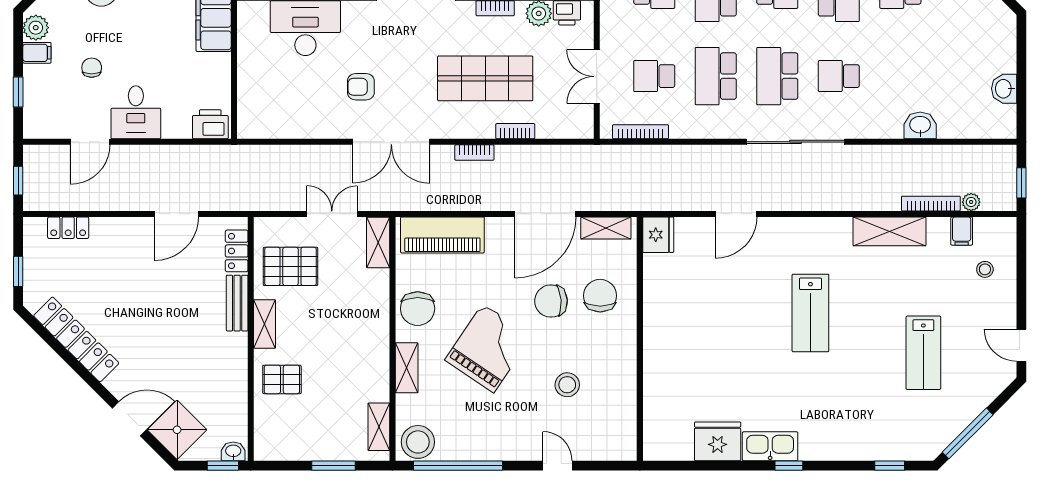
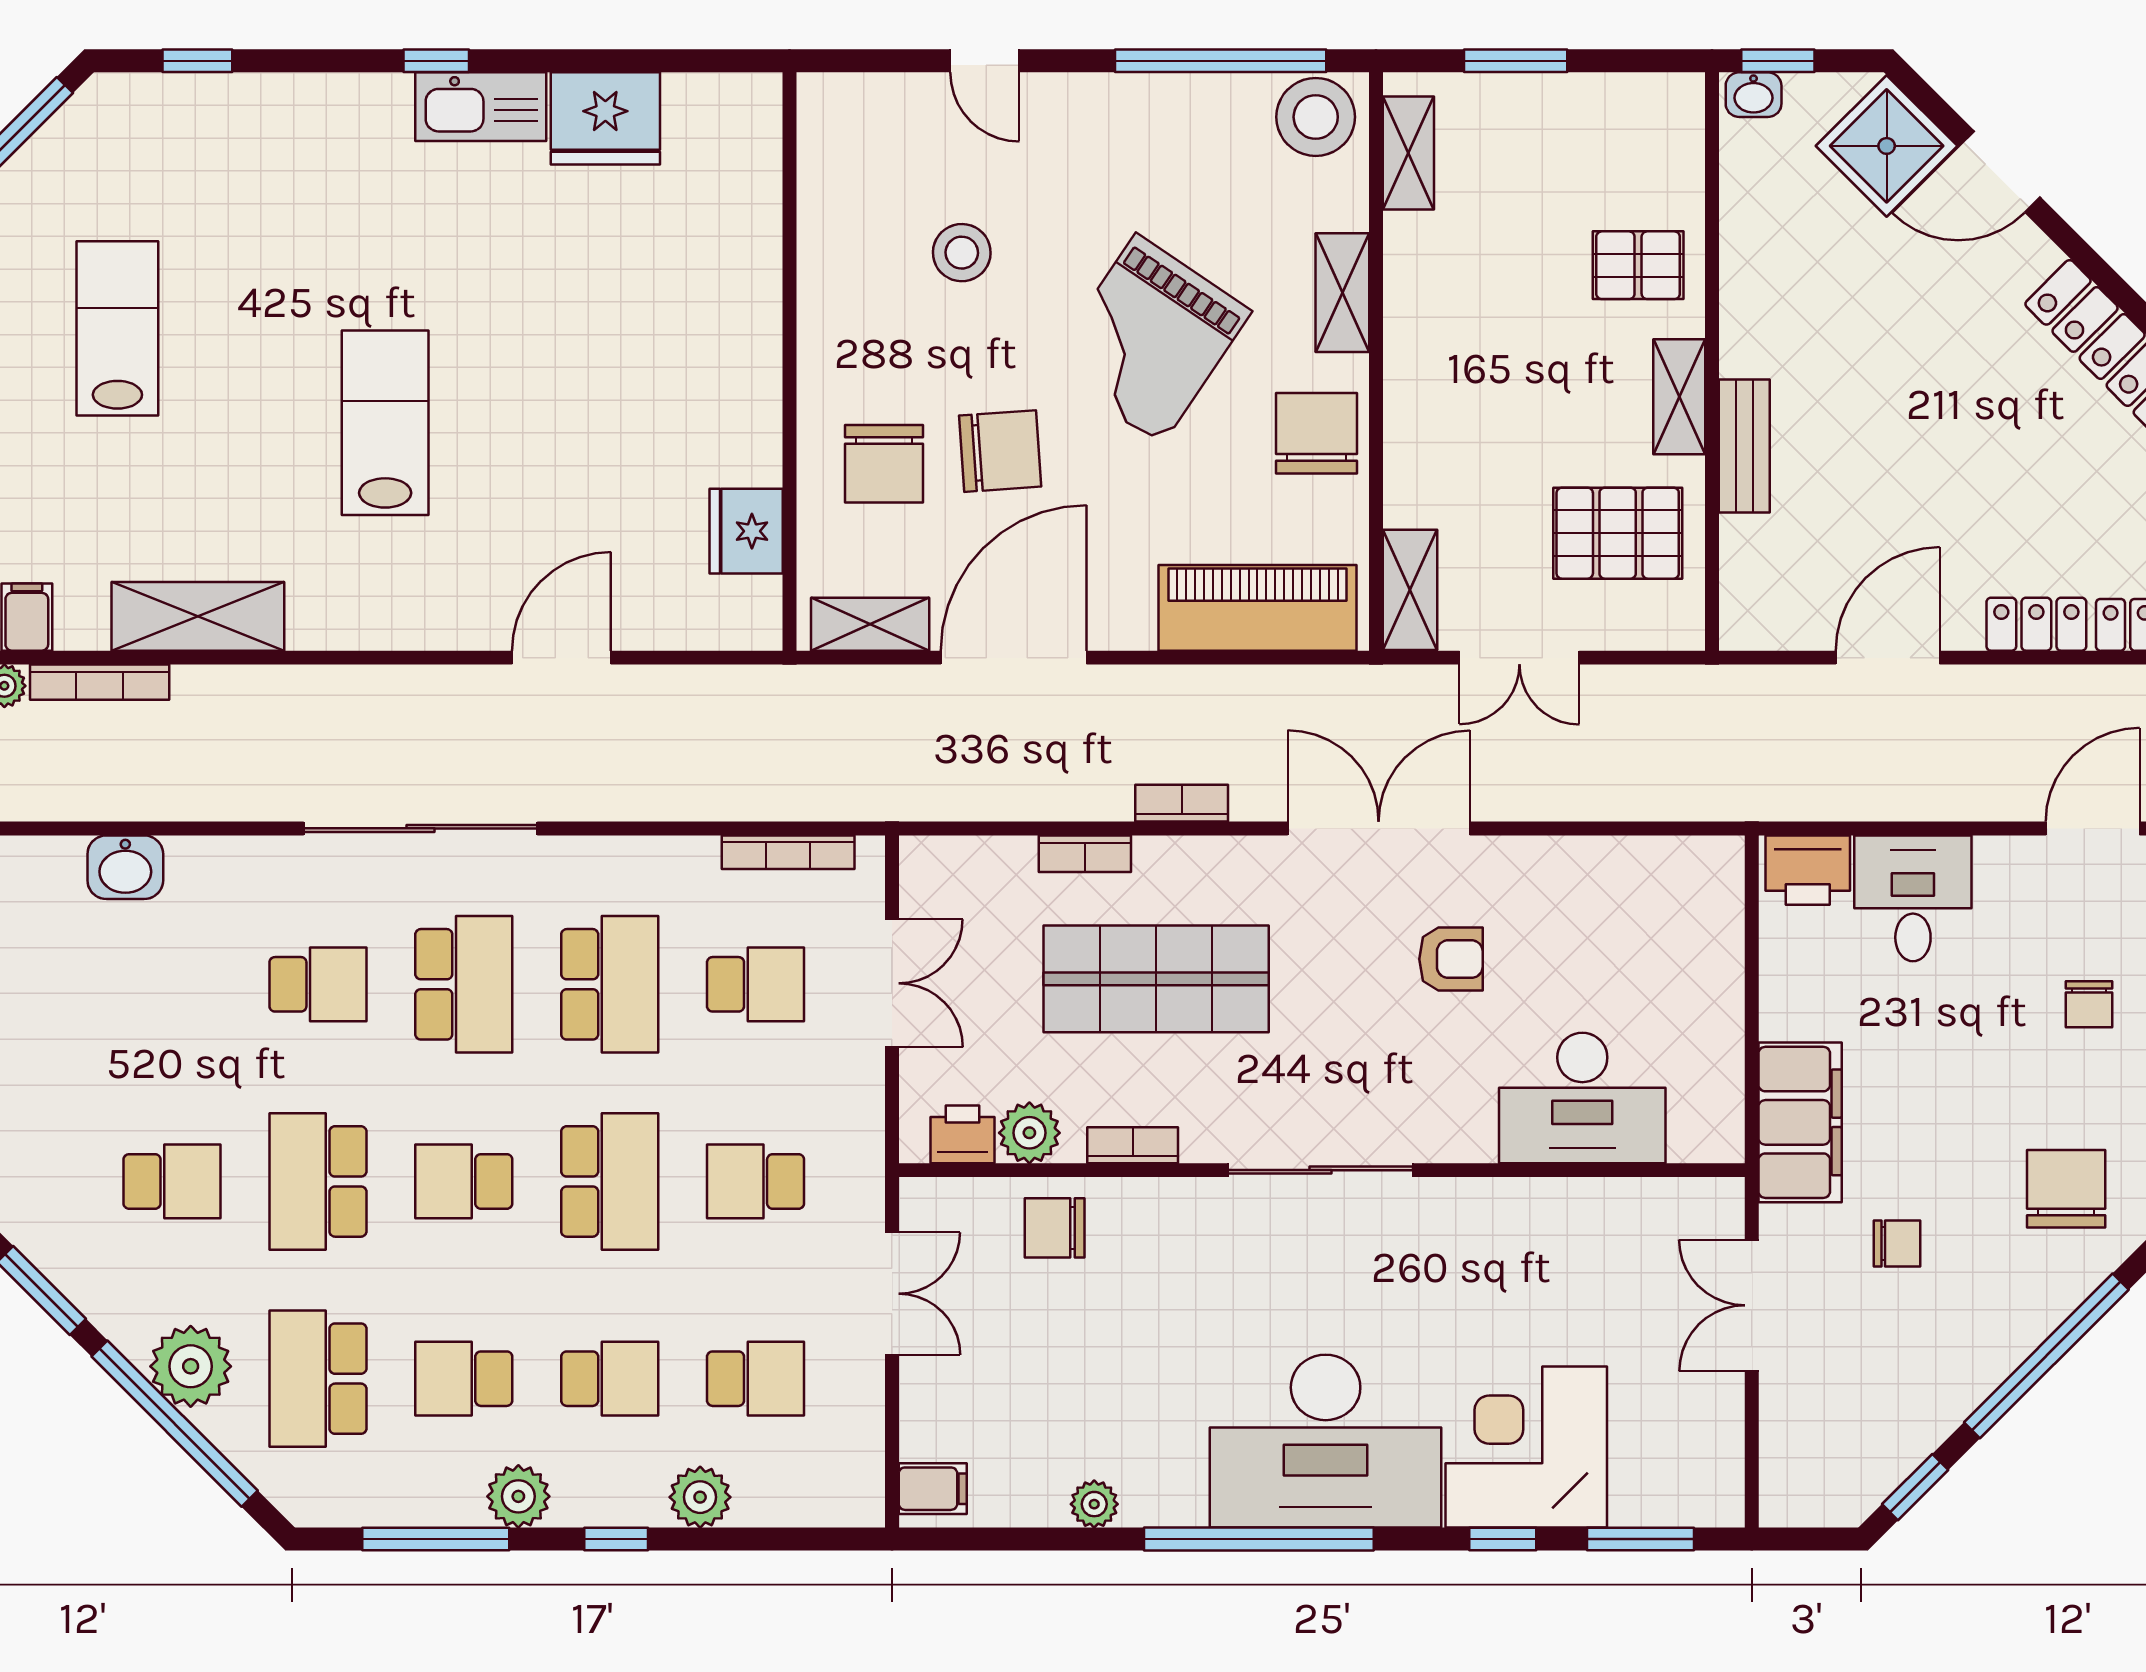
desk: (136, 112) -> (1913, 898), moved
fridge: (658, 235) -> (746, 531), moved
locker: (237, 251) -> (2036, 624), moved, turned -90

